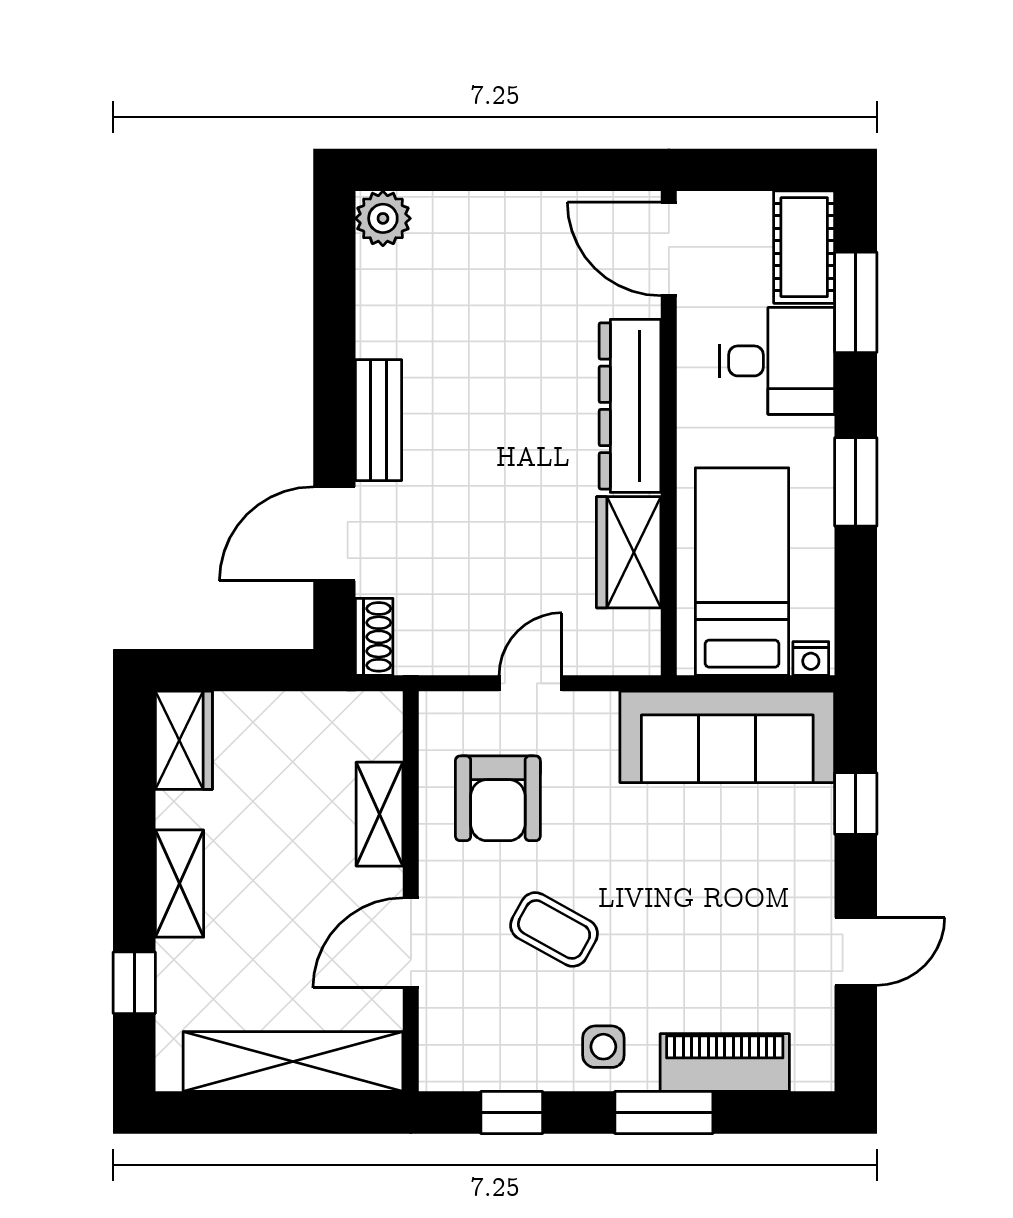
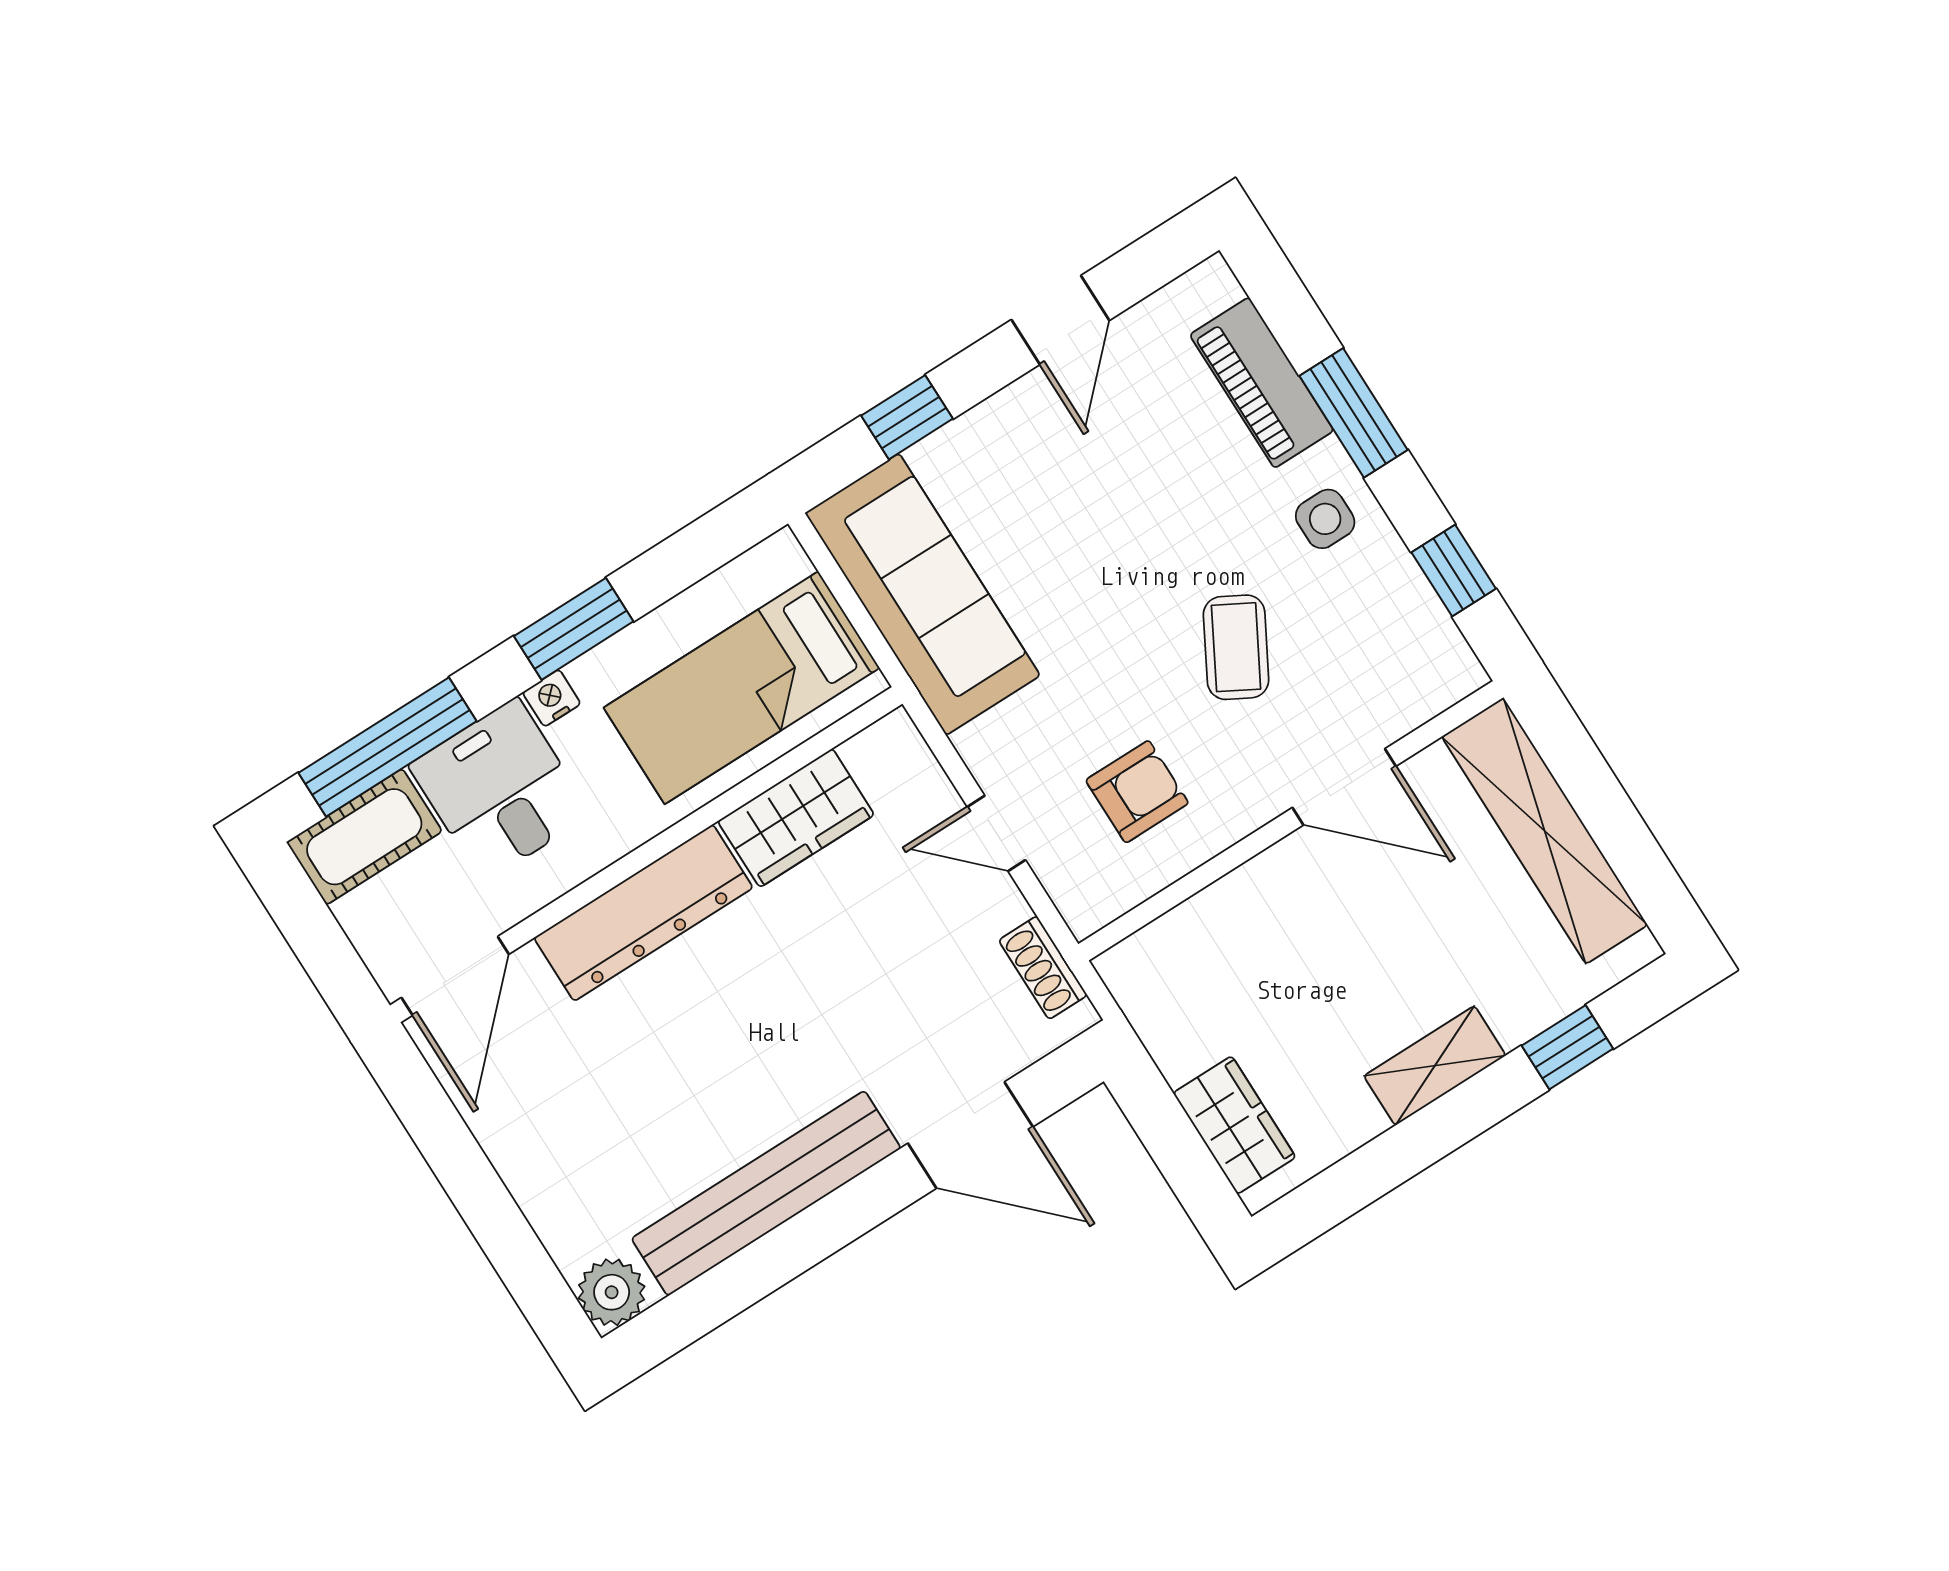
window: (856, 302) -> (388, 747), width x1.44
bench: (379, 420) -> (766, 1193), width x1.86, depth x1.21
shoe rack: (374, 637) -> (1043, 968), moved, turned -90
nightstand: (811, 659) -> (552, 698), moved, turned -90
wardrobe: (184, 740) -> (1234, 1125), moved, turned 90
armchair: (498, 798) -> (1137, 792), width x0.72, depth x0.72
shelving: (379, 814) -> (1231, 904), removed
door: (856, 951) -> (1060, 320), swing flipped

